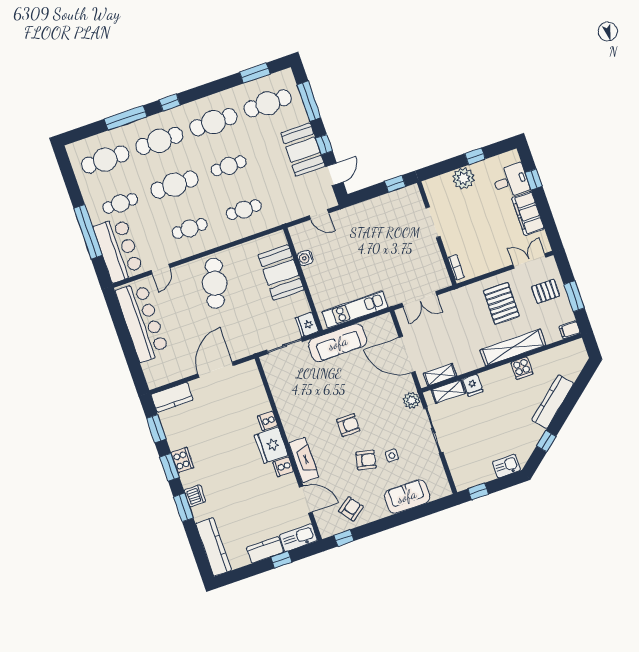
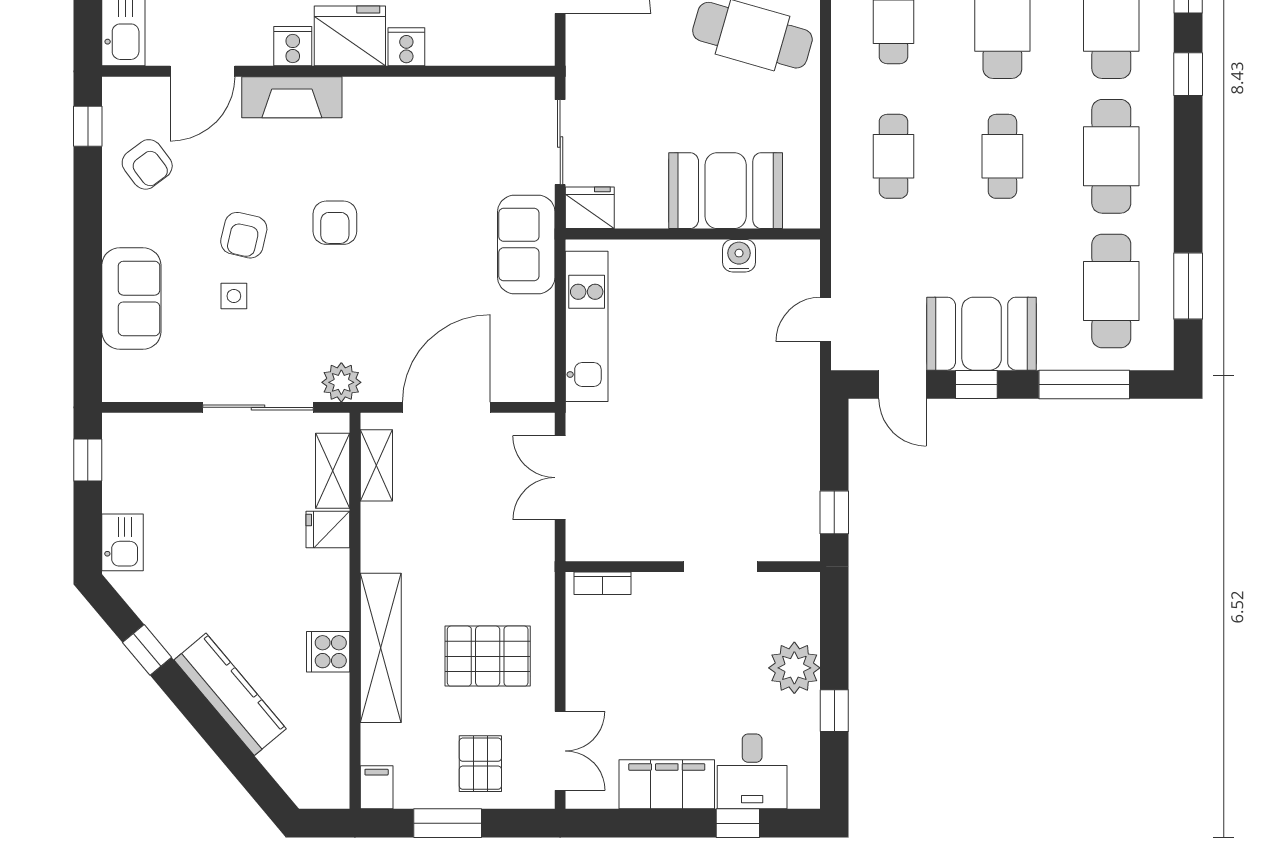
sofa: (338, 343) -> (526, 244), width x0.73

